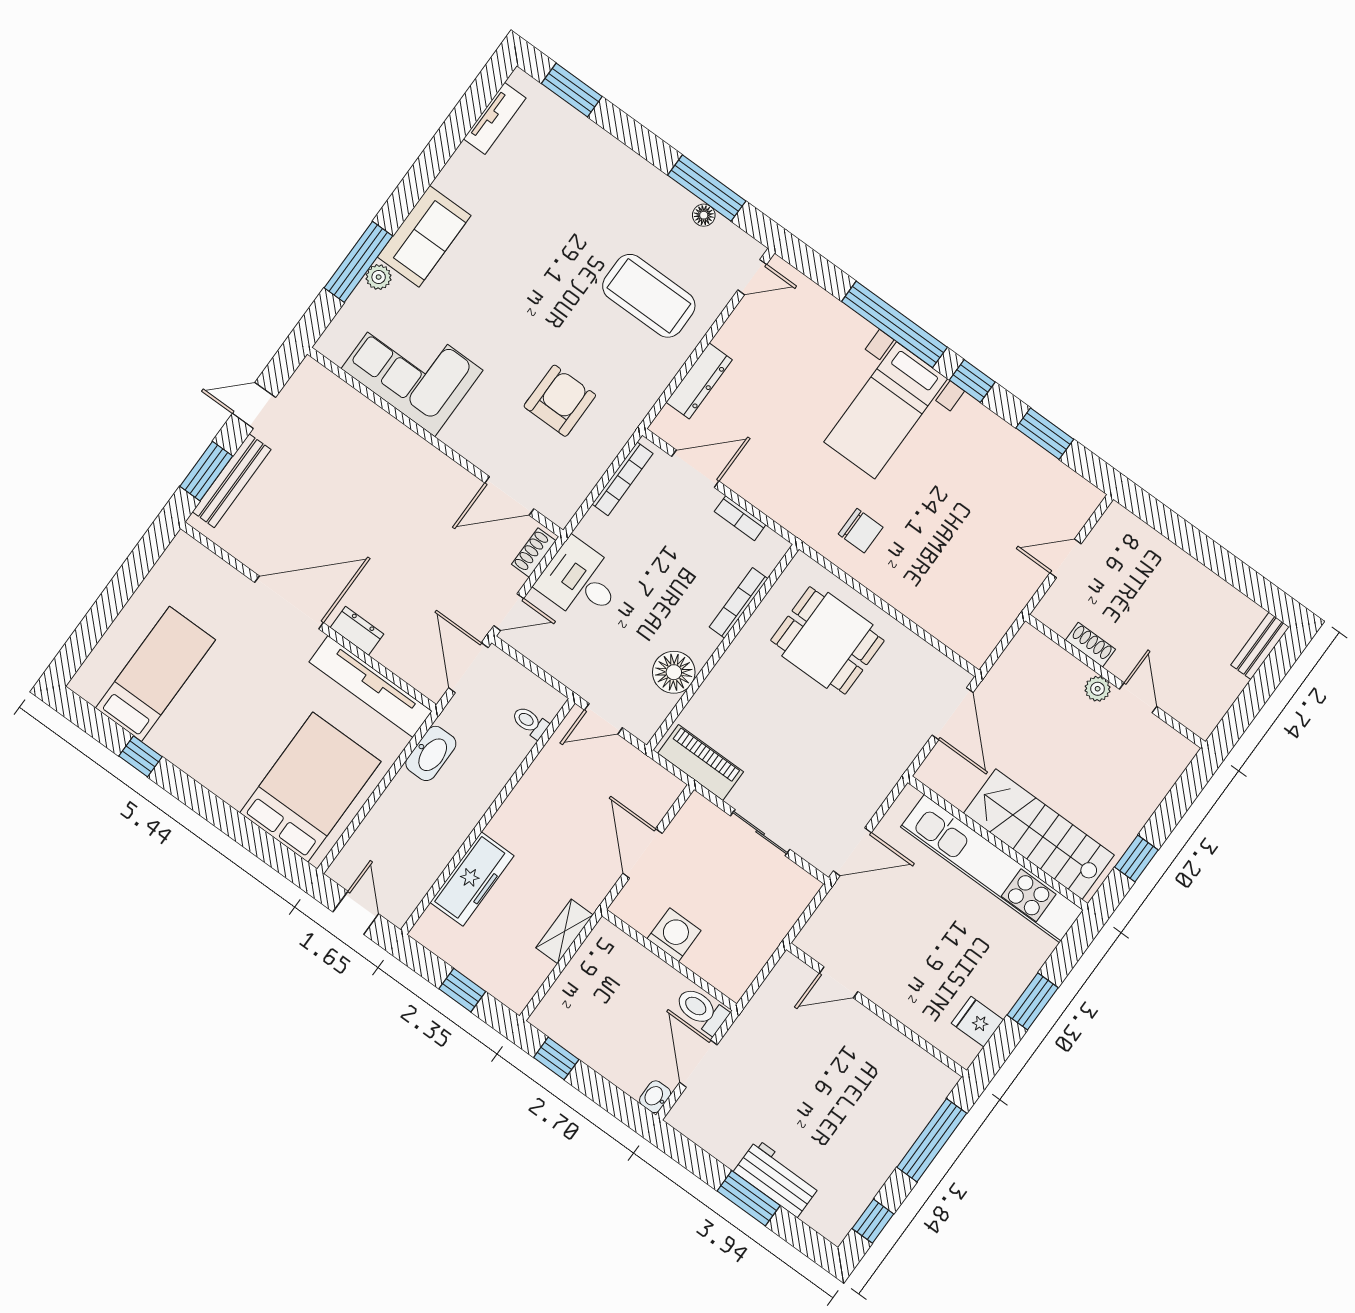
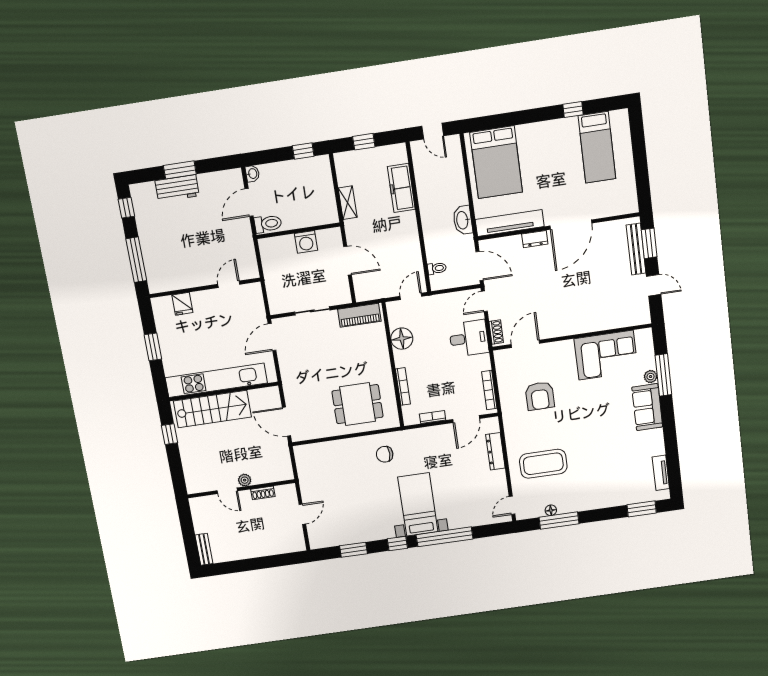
door: (254, 405) -> (654, 285), hinge flipped
fridge: (977, 1022) -> (182, 304), moved, turned 90
door: (698, 1064) -> (249, 202), swing flipped

